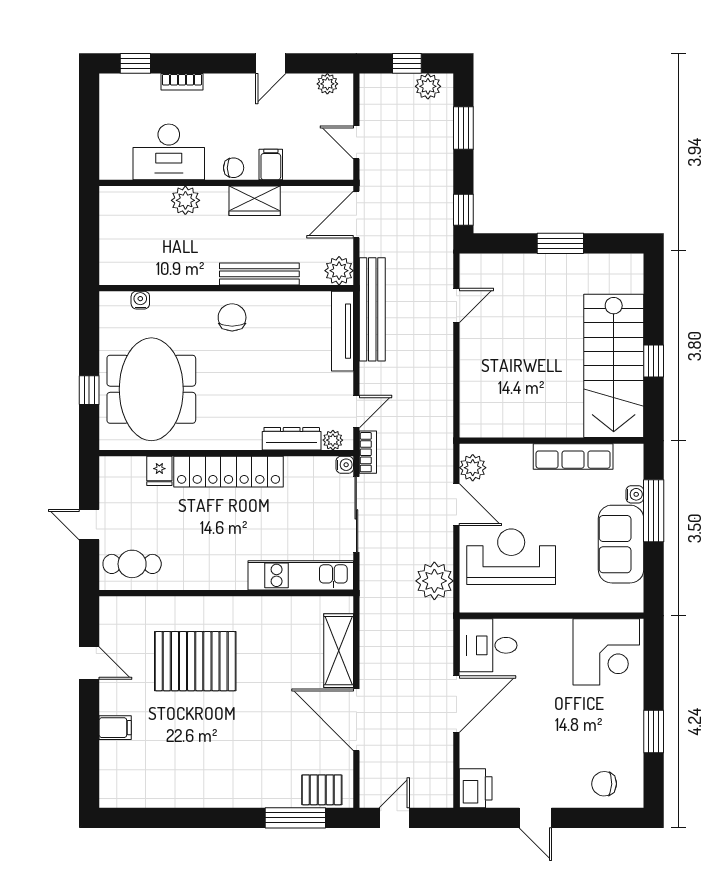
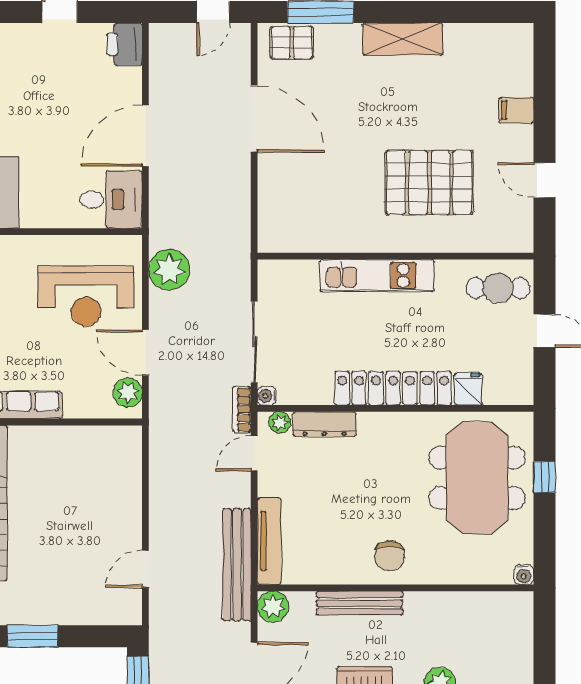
water cooler: (140, 300) -> (524, 575), moved
kitchen unit: (301, 575) -> (377, 276), moved
shelving: (339, 651) -> (403, 39), moved, turned 90

